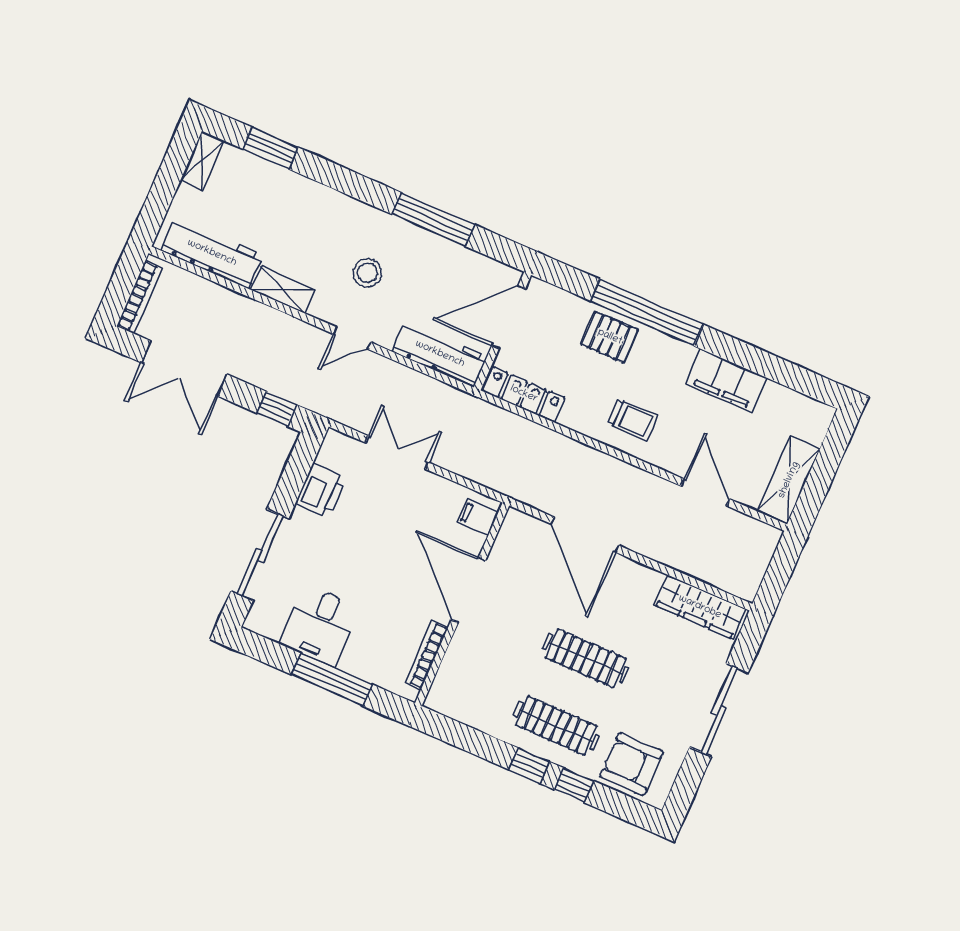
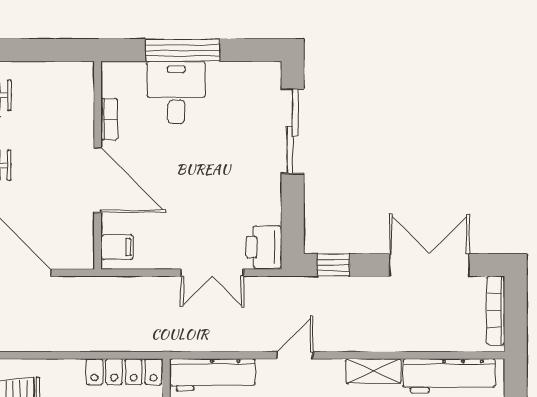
printer: (321, 491) -> (264, 247), moved
desk: (320, 626) -> (176, 93), moved
bookcase: (427, 655) -> (109, 119), width x0.64

